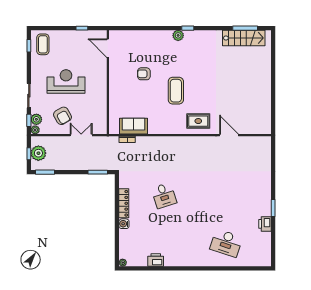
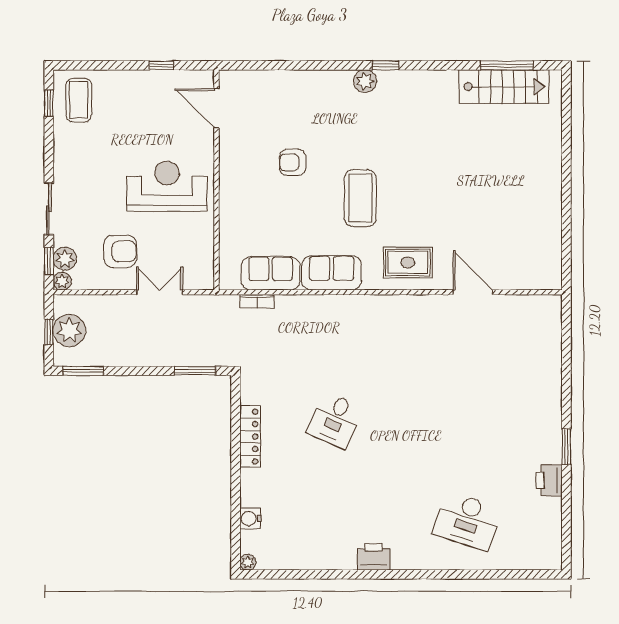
reception desk: (66, 82) -> (167, 186), moved
armchair: (62, 116) -> (120, 251), turned -60
sofa: (162, 126) -> (332, 273), added
desk: (164, 195) -> (335, 420), turned 42
water cooler: (124, 224) -> (250, 518), moved
printer: (156, 260) -> (374, 557), moved

